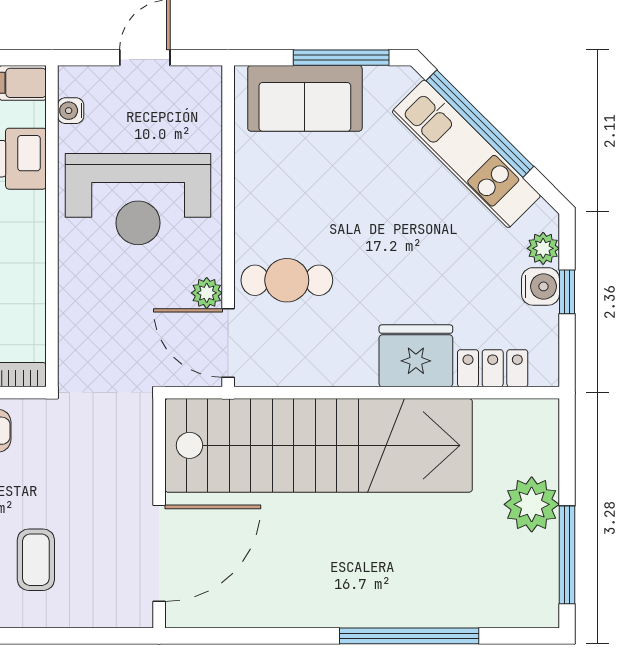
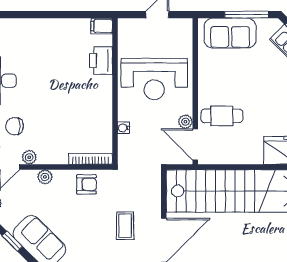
water cooler: (71, 111) -> (124, 128), moved
coffee table: (36, 560) -> (125, 226), moved

